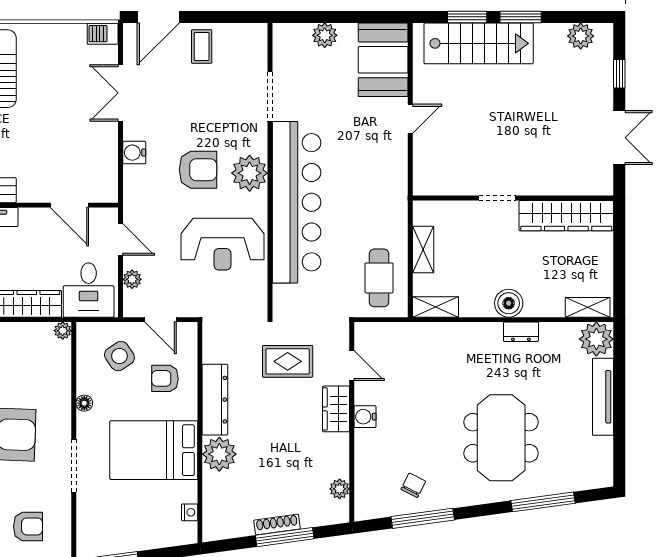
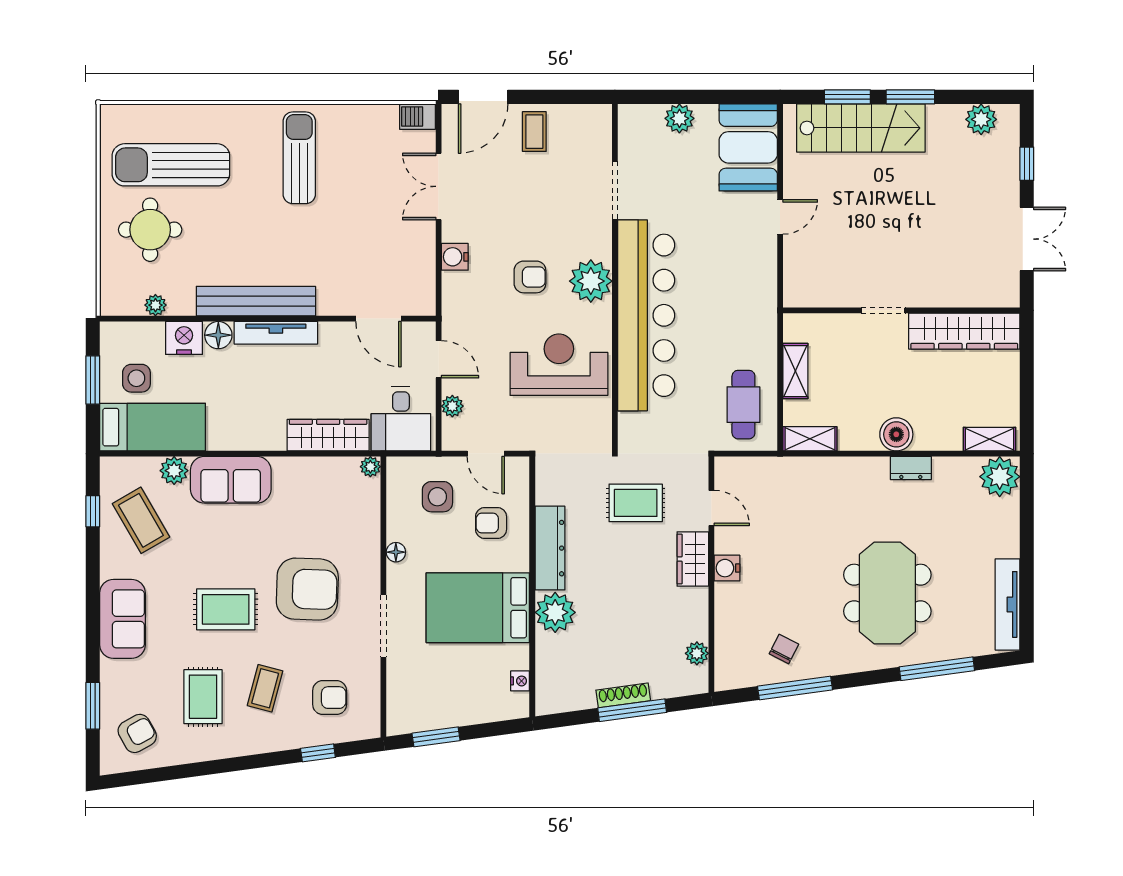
armchair: (198, 170) -> (530, 277), width x0.72, depth x0.72
reception desk: (222, 244) -> (559, 365), turned 180
side table: (119, 356) -> (437, 497), turned 34
tv unit: (603, 397) -> (1008, 604), moved

